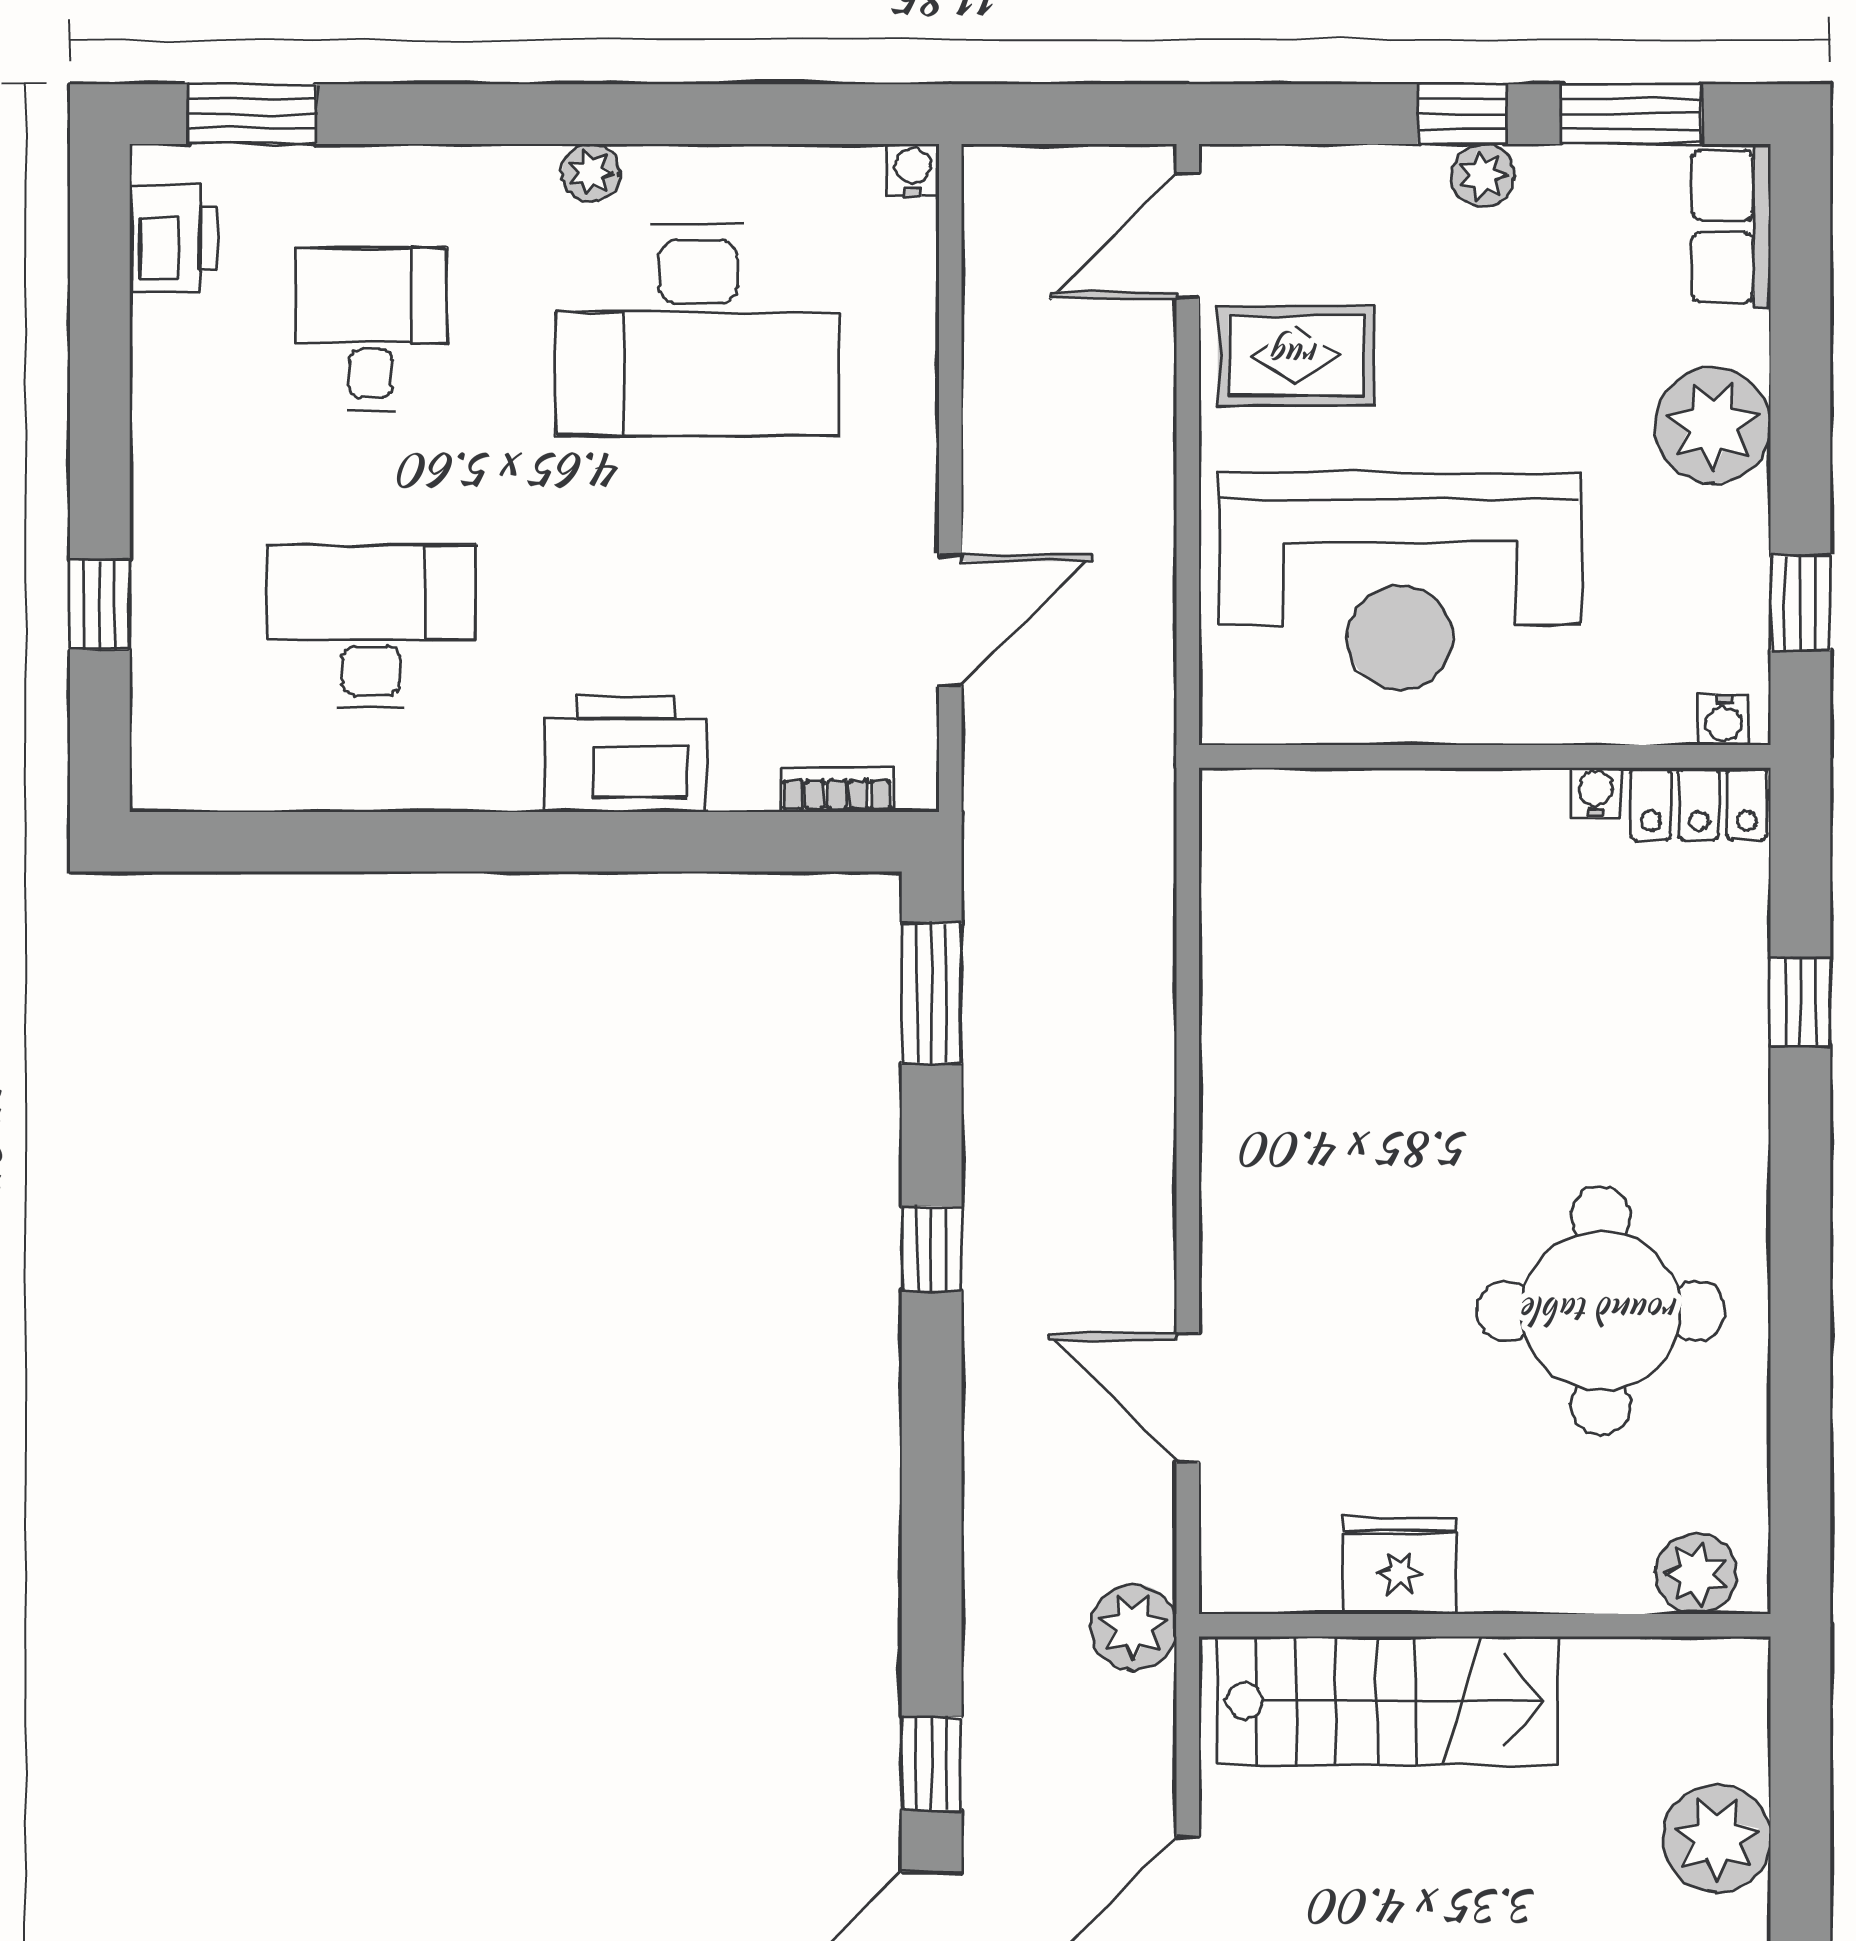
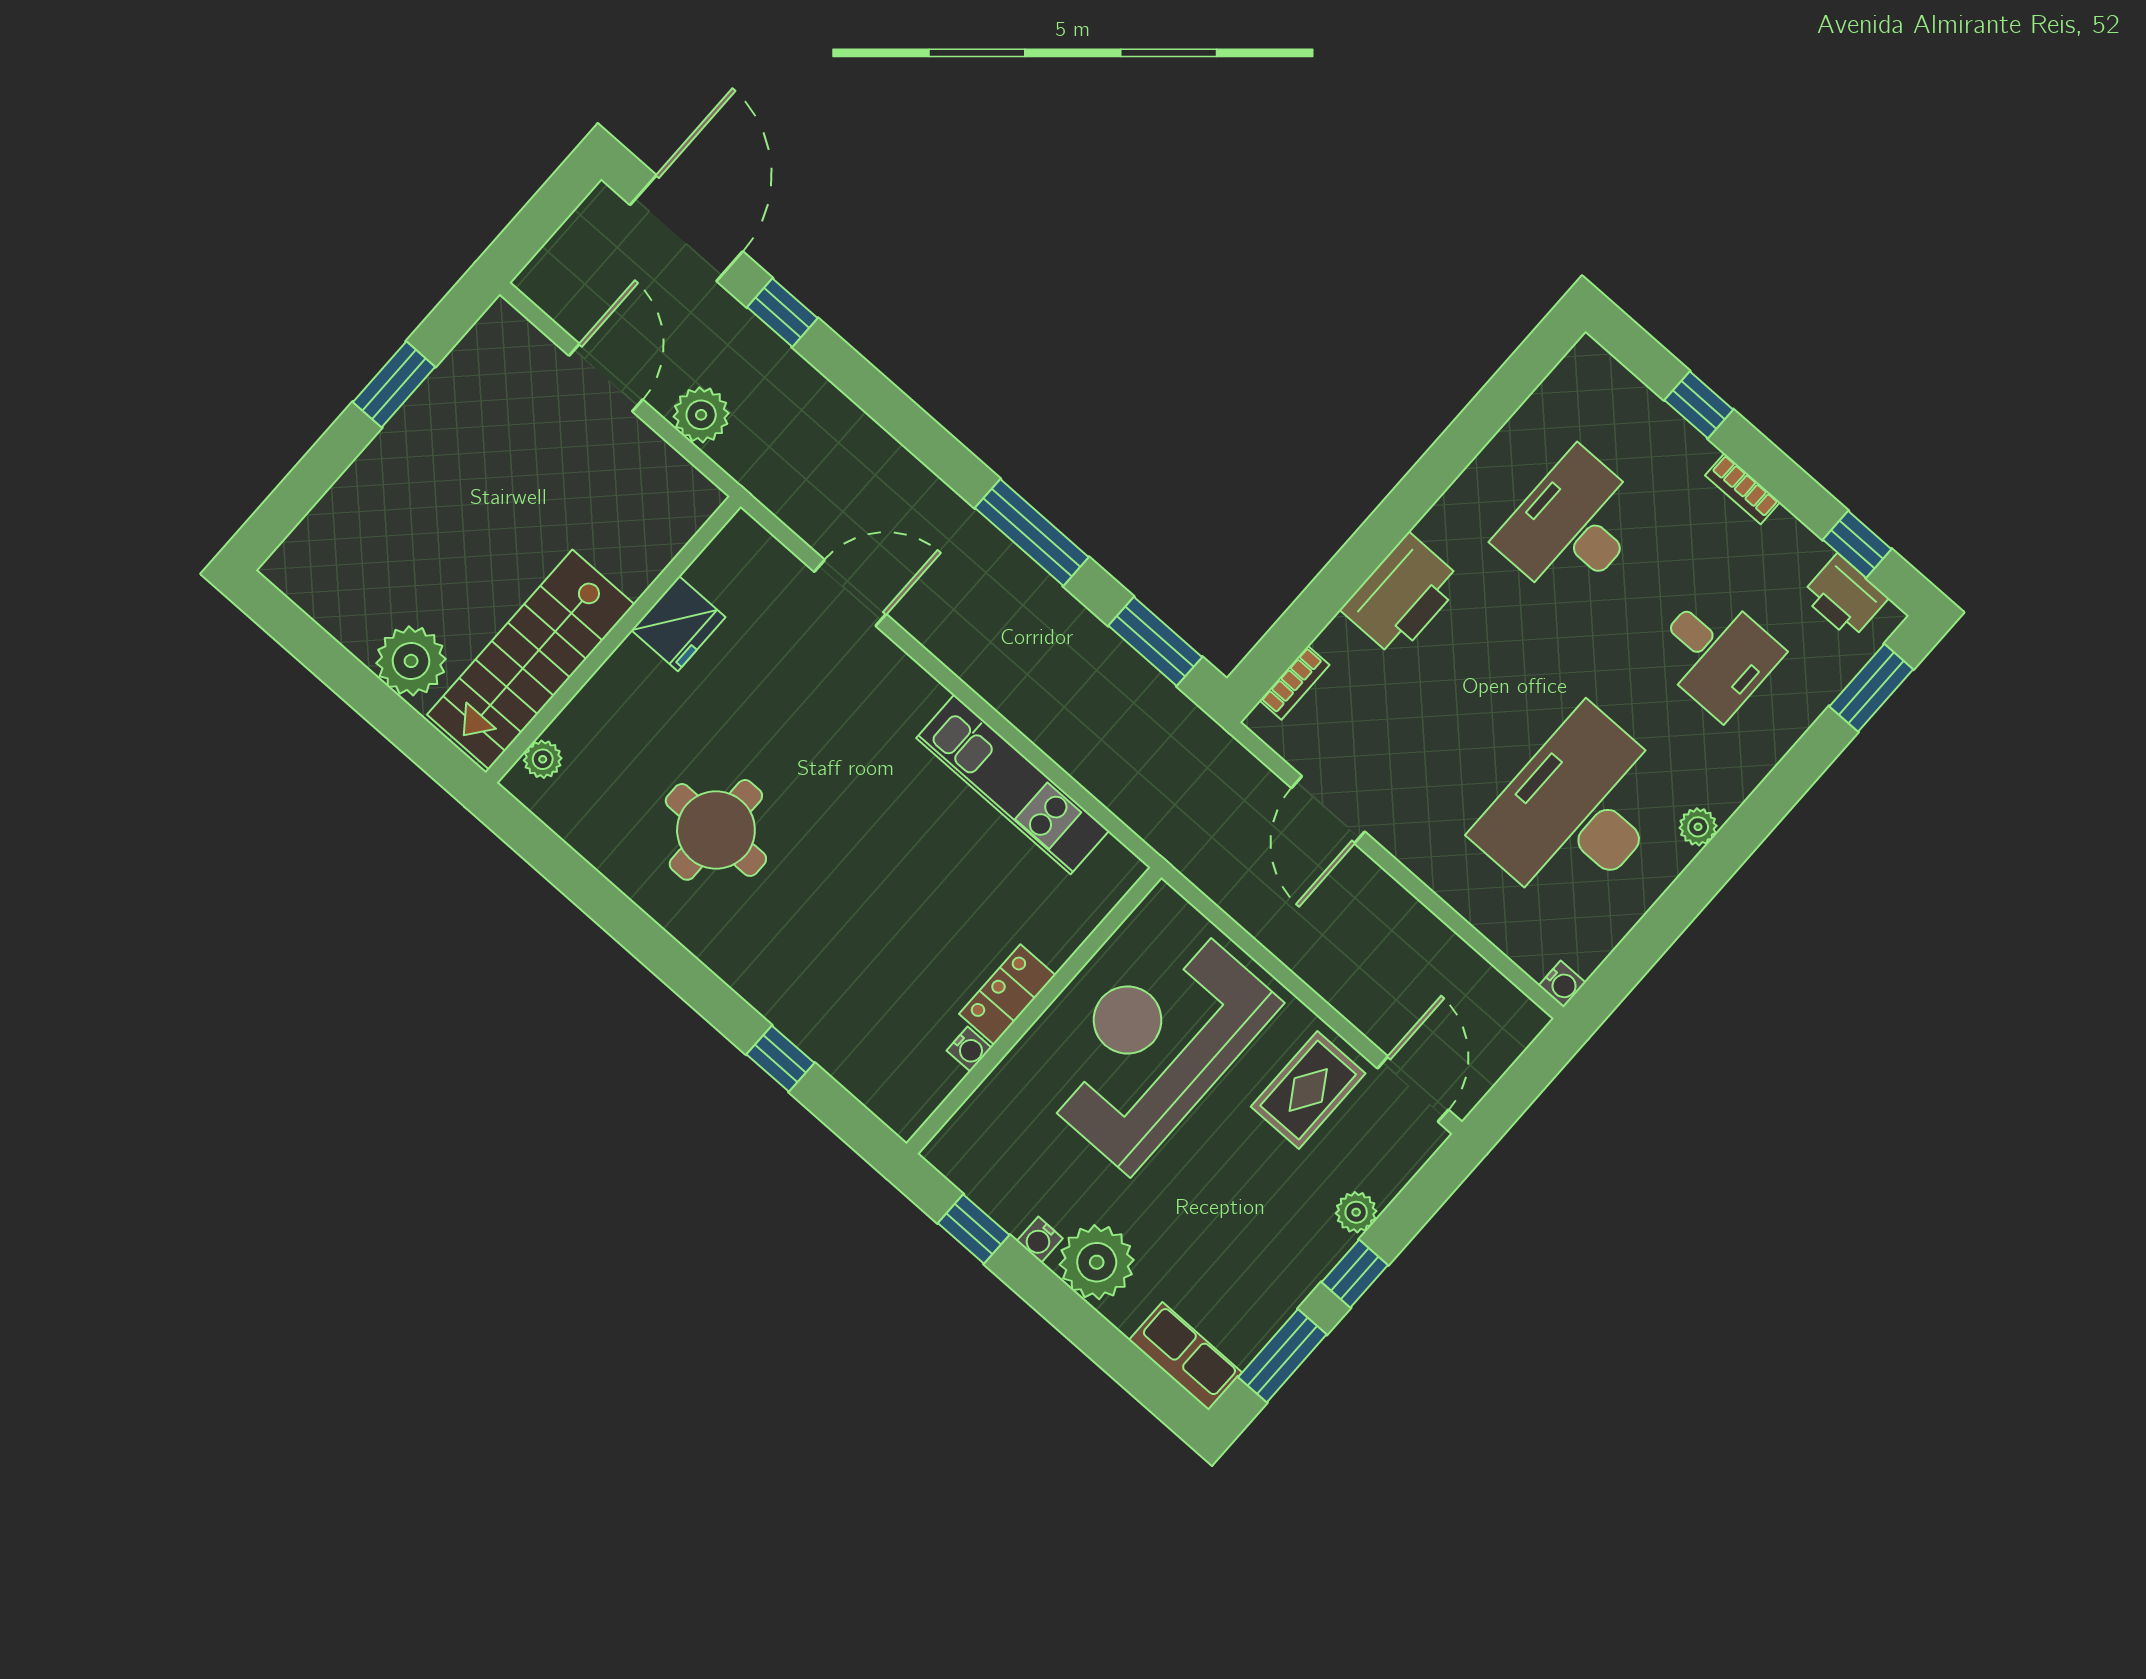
plant: (1483, 175) -> (1356, 1212), moved
window: (100, 277) -> (1857, 544), added
bookcase: (153, 468) -> (1743, 489), added
desk: (371, 627) -> (1572, 527), turned 180
water cooler: (1724, 720) -> (1040, 1240), moved, turned -90
locker: (1699, 804) -> (1007, 994), moved
kitchen unit: (1244, 1013) -> (1013, 784), added
window: (932, 1248) -> (1032, 533), width x2.17
round table: (1601, 1311) -> (716, 830), width x0.73, depth x0.73
plant: (1696, 1574) -> (543, 759), width x0.73, depth x0.73
plant: (1134, 1627) -> (701, 415), moved
stairs: (1387, 1701) -> (531, 659), moved

